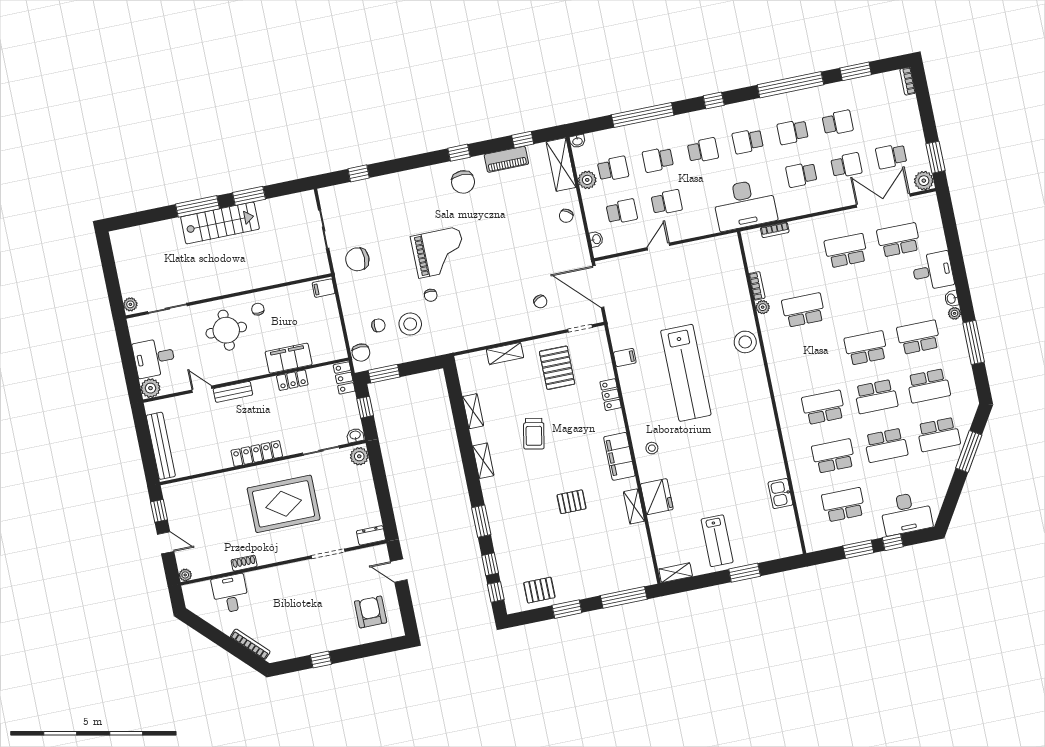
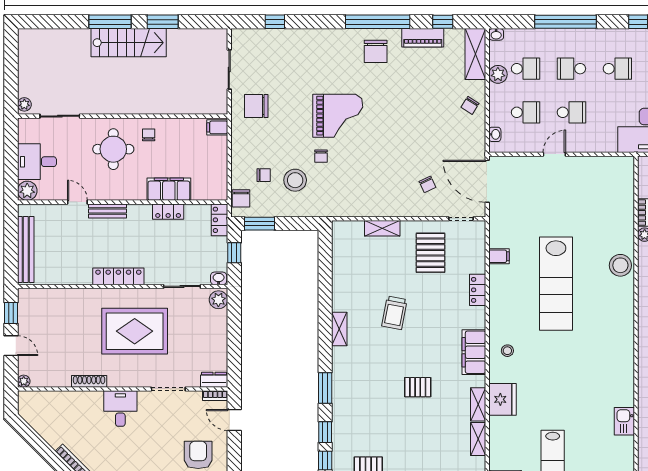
window: (459, 153) -> (378, 22), width x3.17
shelving: (473, 411) -> (478, 439), moved
bookcase: (375, 551) -> (215, 396), added
shoe rack: (244, 563) -> (89, 381), width x1.43
desk: (230, 594) -> (120, 409), moved

